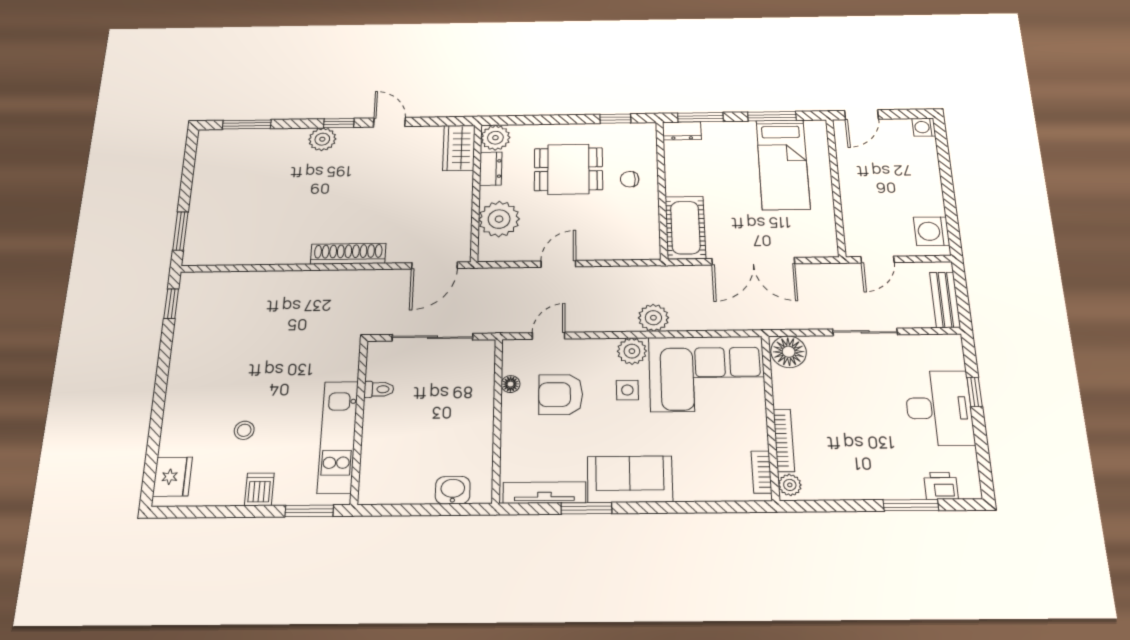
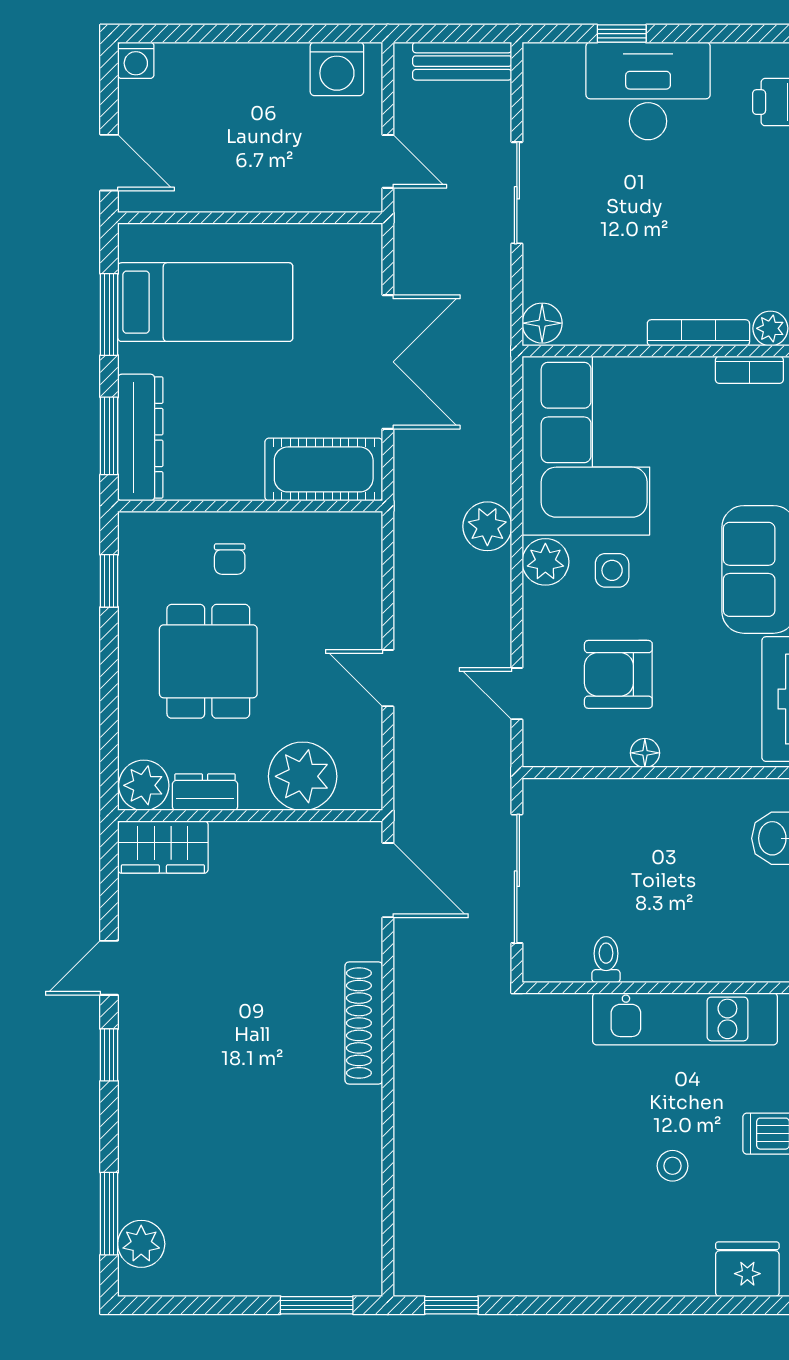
dresser: (682, 131) -> (140, 438), width x1.96, depth x1.24
plant: (322, 139) -> (141, 1244), moved
floor lamp: (789, 352) -> (542, 323), width x0.73, depth x0.73
floor lamp: (511, 384) -> (645, 753), moved
armchair: (561, 395) -> (618, 674), turned 90

